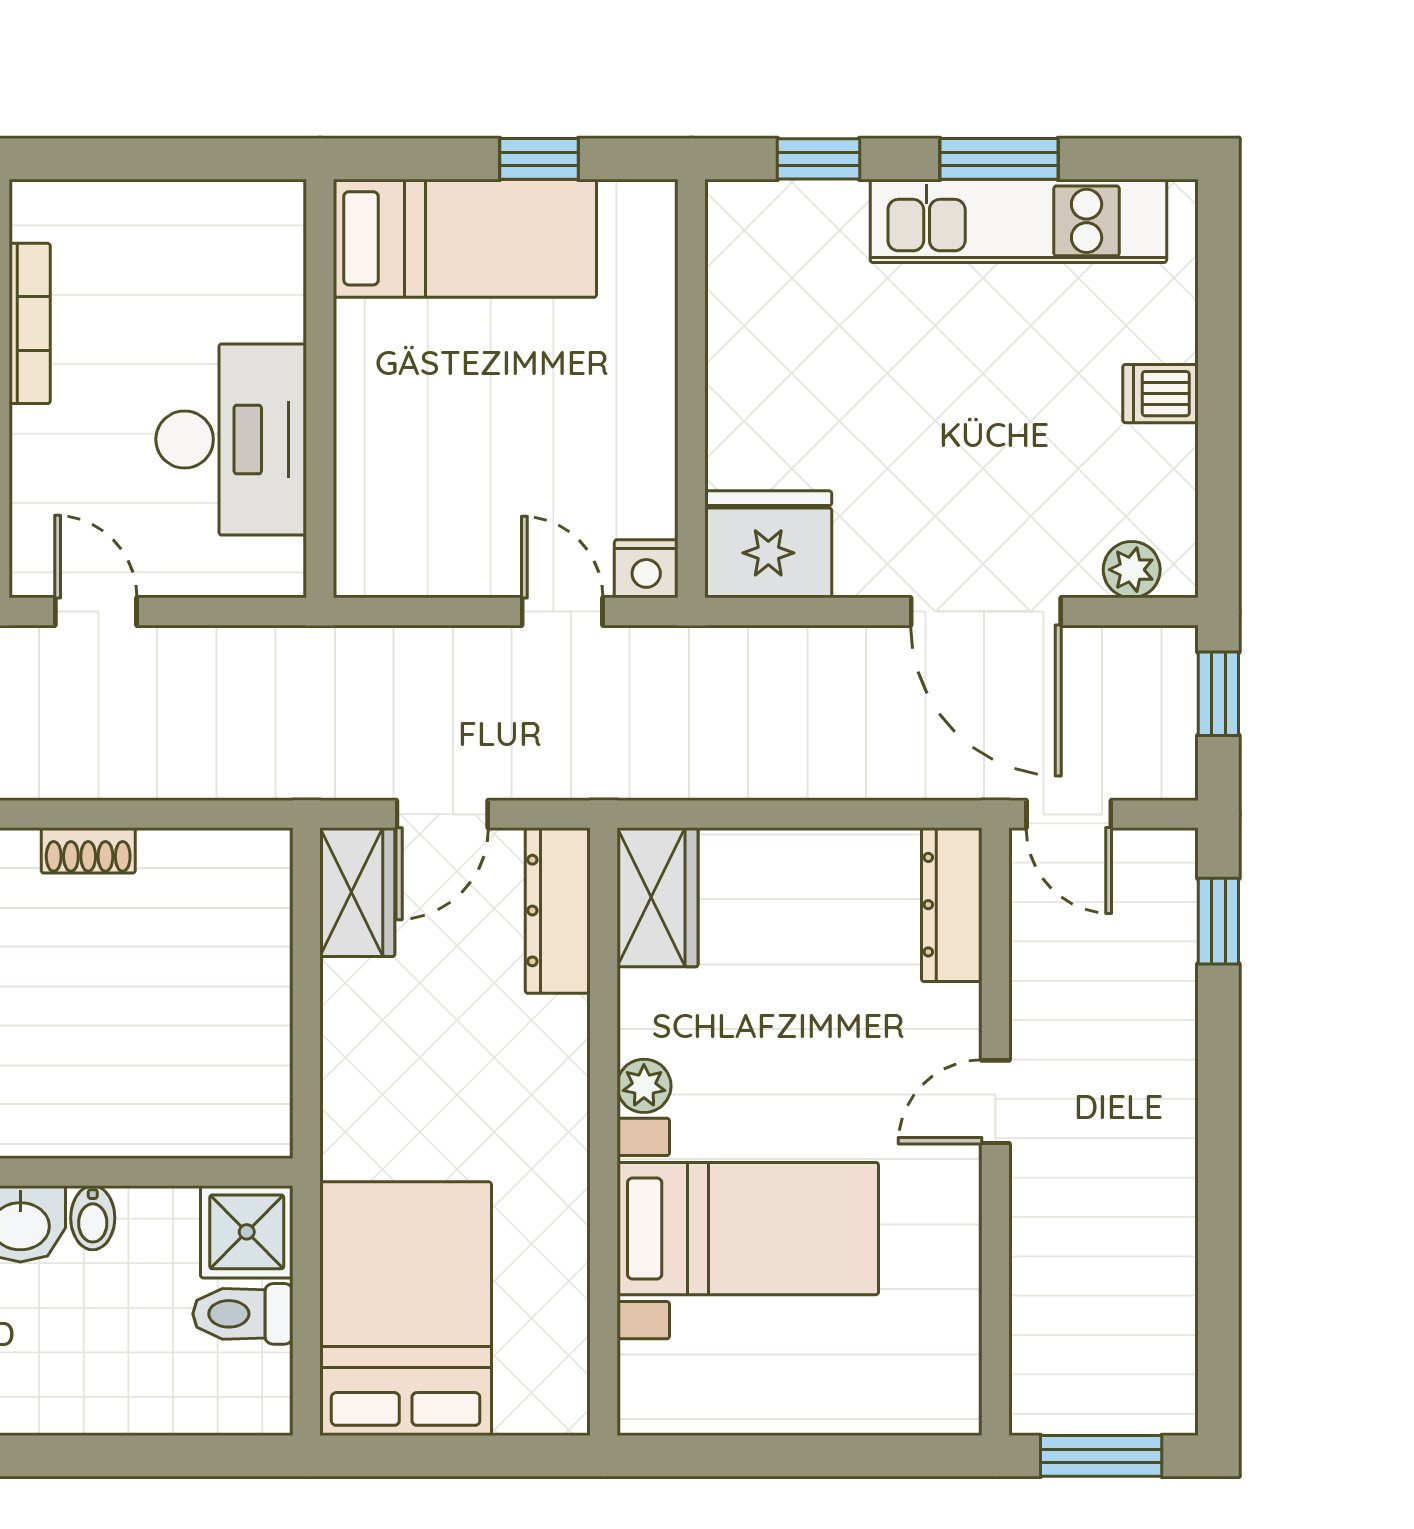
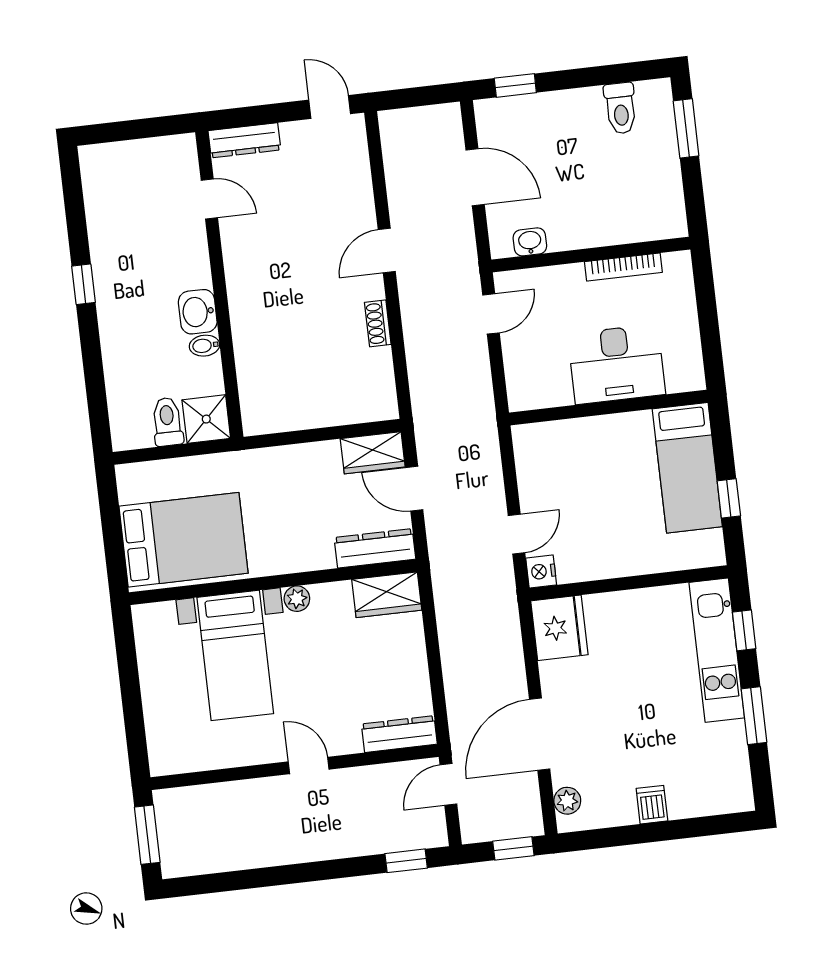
kitchen unit: (1018, 221) -> (717, 650), moved
desk: (231, 439) -> (616, 364), moved
bed: (406, 1309) -> (184, 540), moved

